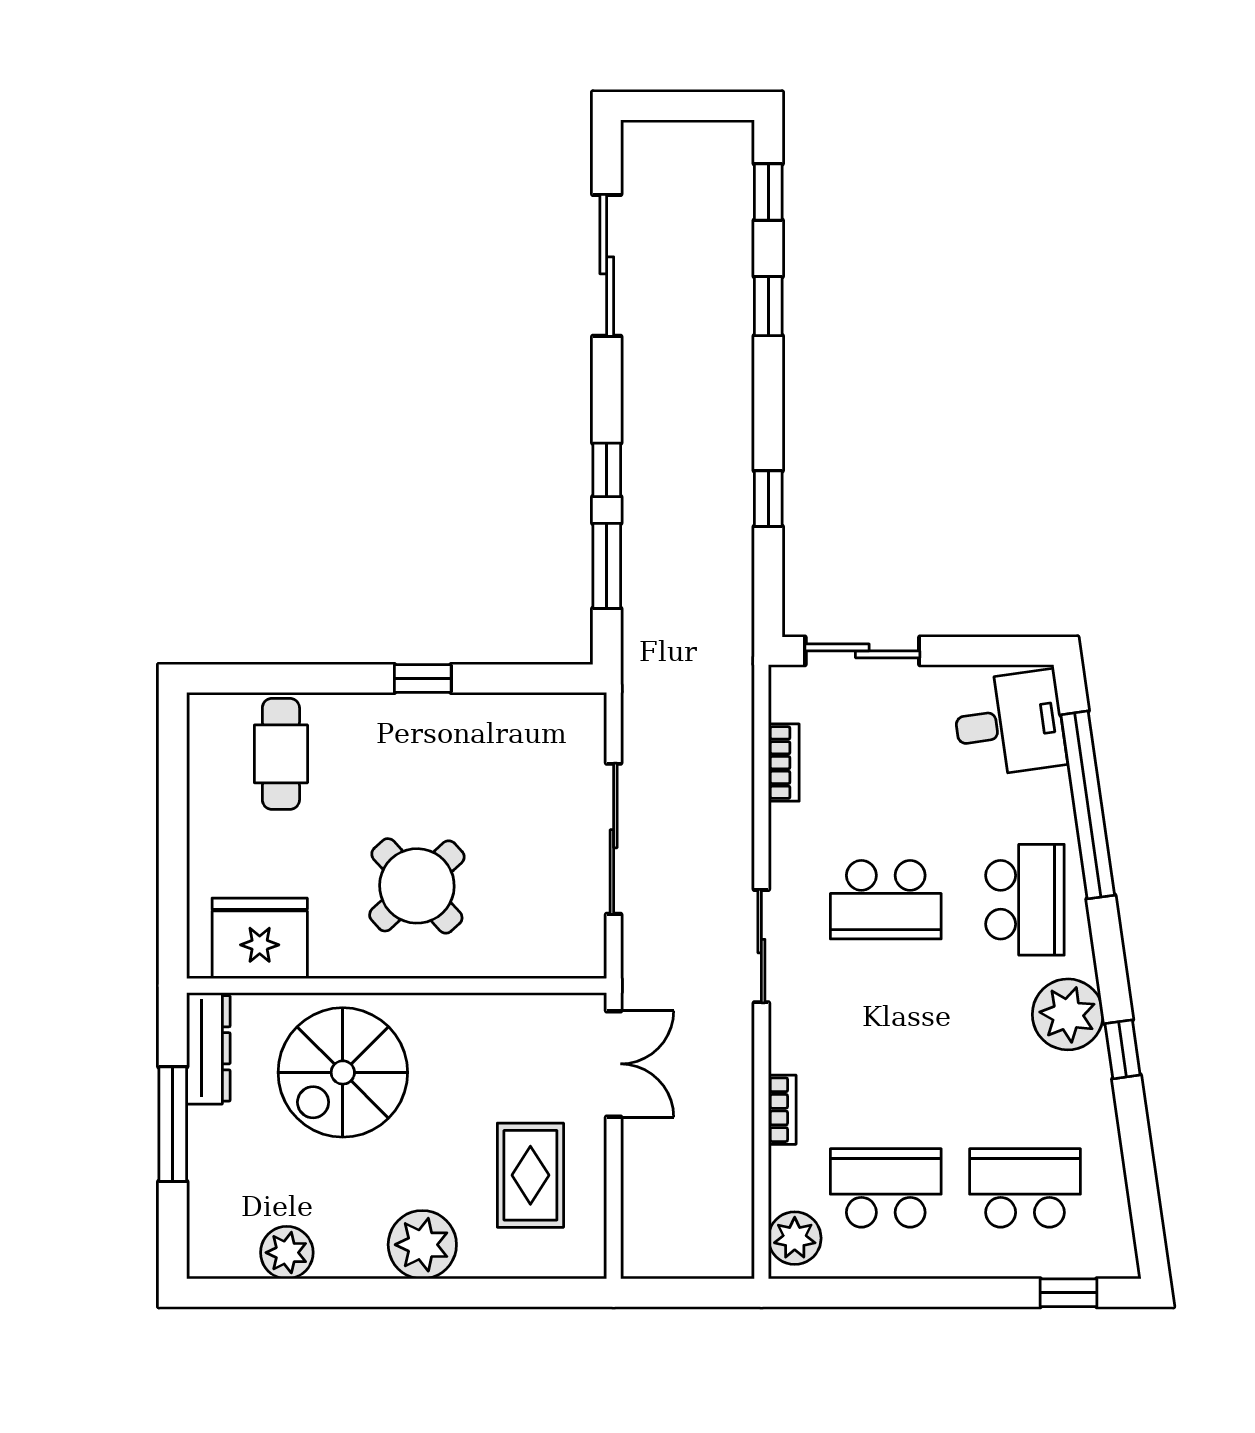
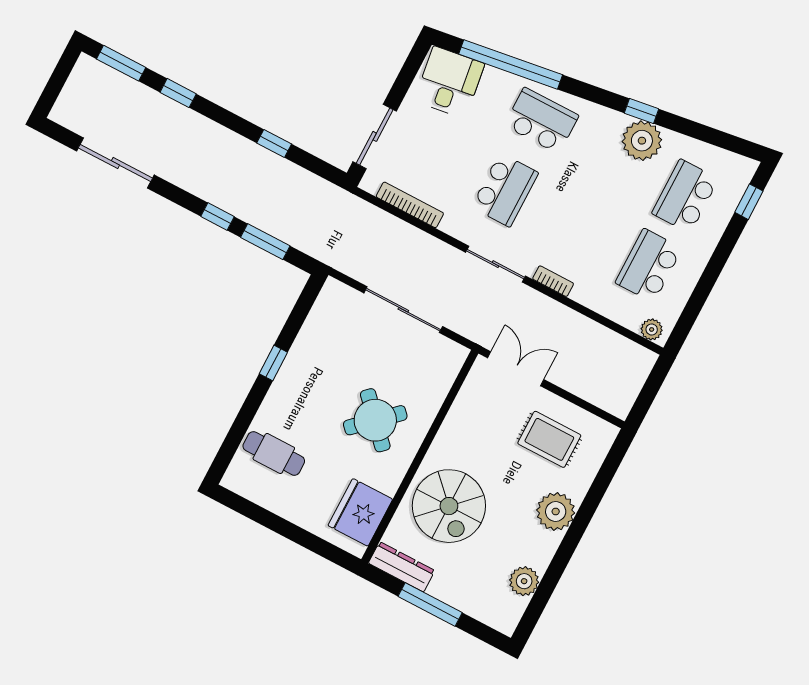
window: (768, 192) -> (121, 63), width x1.50
bookcase: (784, 763) -> (410, 205), width x1.56
plant: (1068, 1014) -> (642, 141), moved
bookcase: (782, 1110) -> (553, 281), moved
plant: (795, 1238) -> (652, 329), width x0.73, depth x0.73

